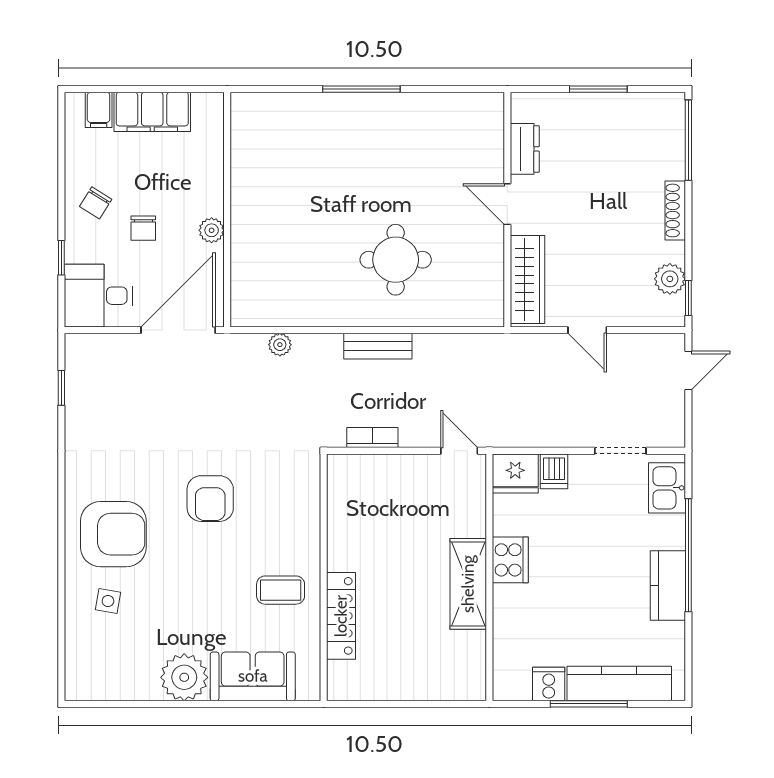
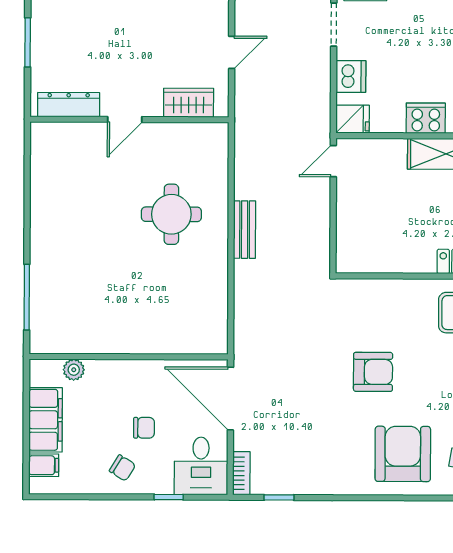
window: (361, 89) -> (27, 297), moved
dresser: (525, 149) -> (69, 105), width x1.44
plant: (212, 230) -> (74, 370), moved
wardrobe: (528, 280) -> (189, 103), width x0.67
plant: (280, 345) -> (243, 312), removed
bookcase: (372, 438) -> (241, 473), moved, turned 180
dishwasher: (554, 471) -> (351, 76), width x1.38
fridge: (515, 473) -> (353, 119), width x0.72

